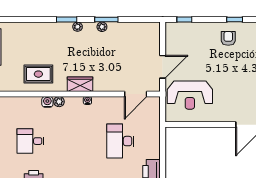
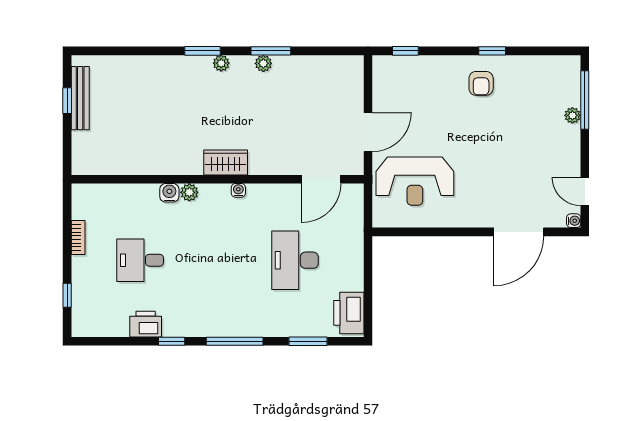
armchair: (228, 38) -> (481, 83), turned 180
rug: (38, 74) -> (154, 145), removed

